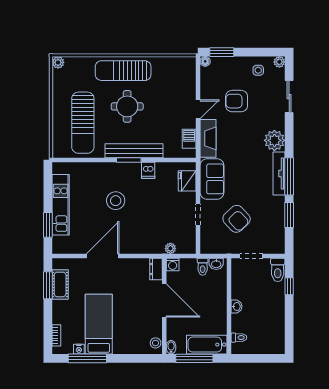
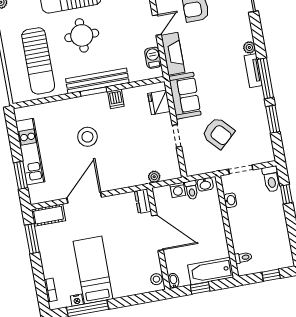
plant: (274, 140) -> (249, 47), width x0.53, depth x0.53
tv unit: (279, 173) -> (253, 71), width x0.71
washing machine: (173, 264) -> (178, 190), moved
cot: (60, 284) -> (48, 215), moved, turned 90
washbasin: (237, 306) -> (230, 200), moved
window: (194, 358) -> (200, 288), width x0.46
window: (262, 358) -> (271, 275), added

